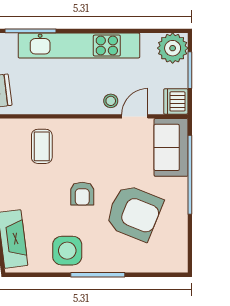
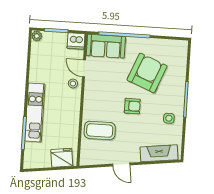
kitchen unit: (79, 46) -> (35, 112), width x0.73
plant: (173, 48) -> (37, 36), width x0.53, depth x0.53
coffee table: (42, 146) -> (100, 130), width x1.36, depth x1.30
side table: (67, 251) -> (169, 118), width x0.54, depth x0.54

